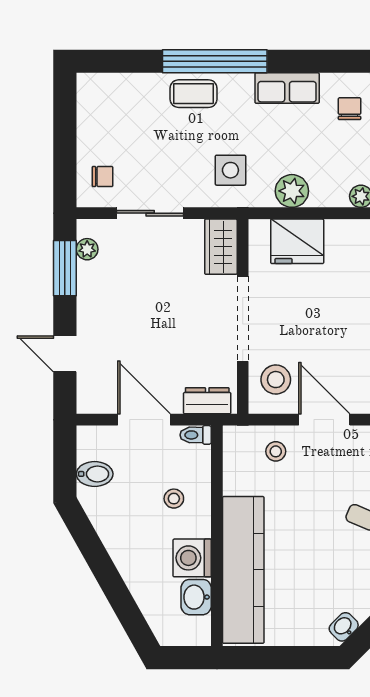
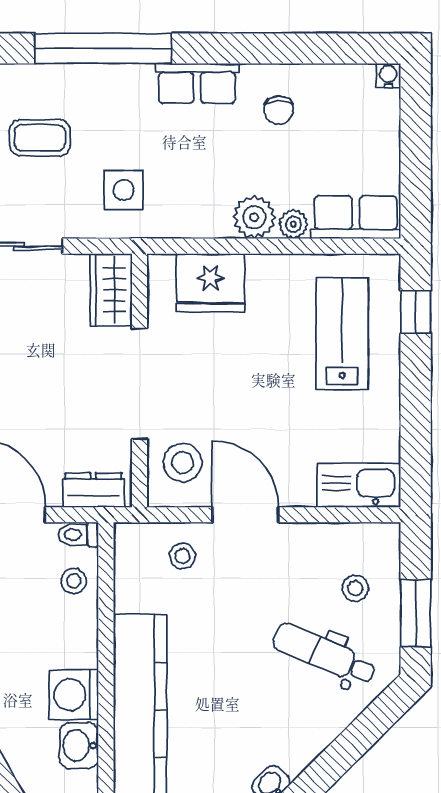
coffee table: (194, 94) -> (40, 138), moved
chair: (350, 109) -> (278, 110), turned 180
plant: (292, 191) -> (254, 217), moved
stool: (174, 499) -> (74, 581), moved

